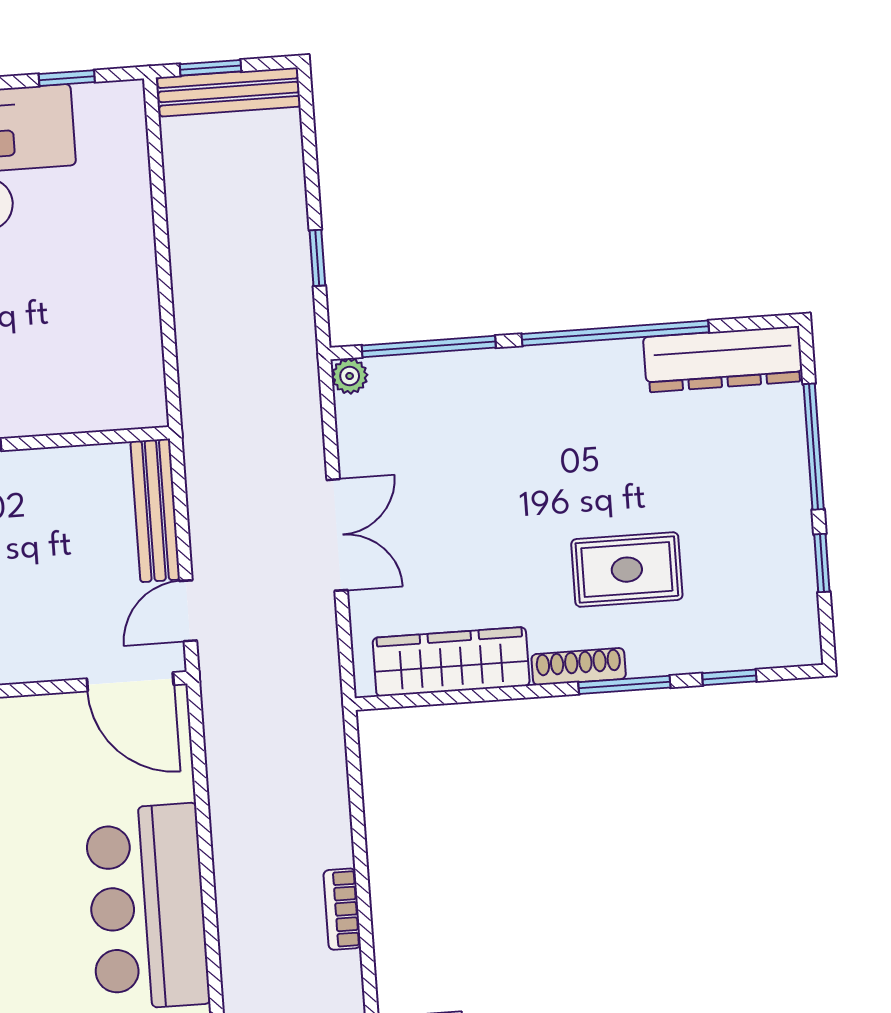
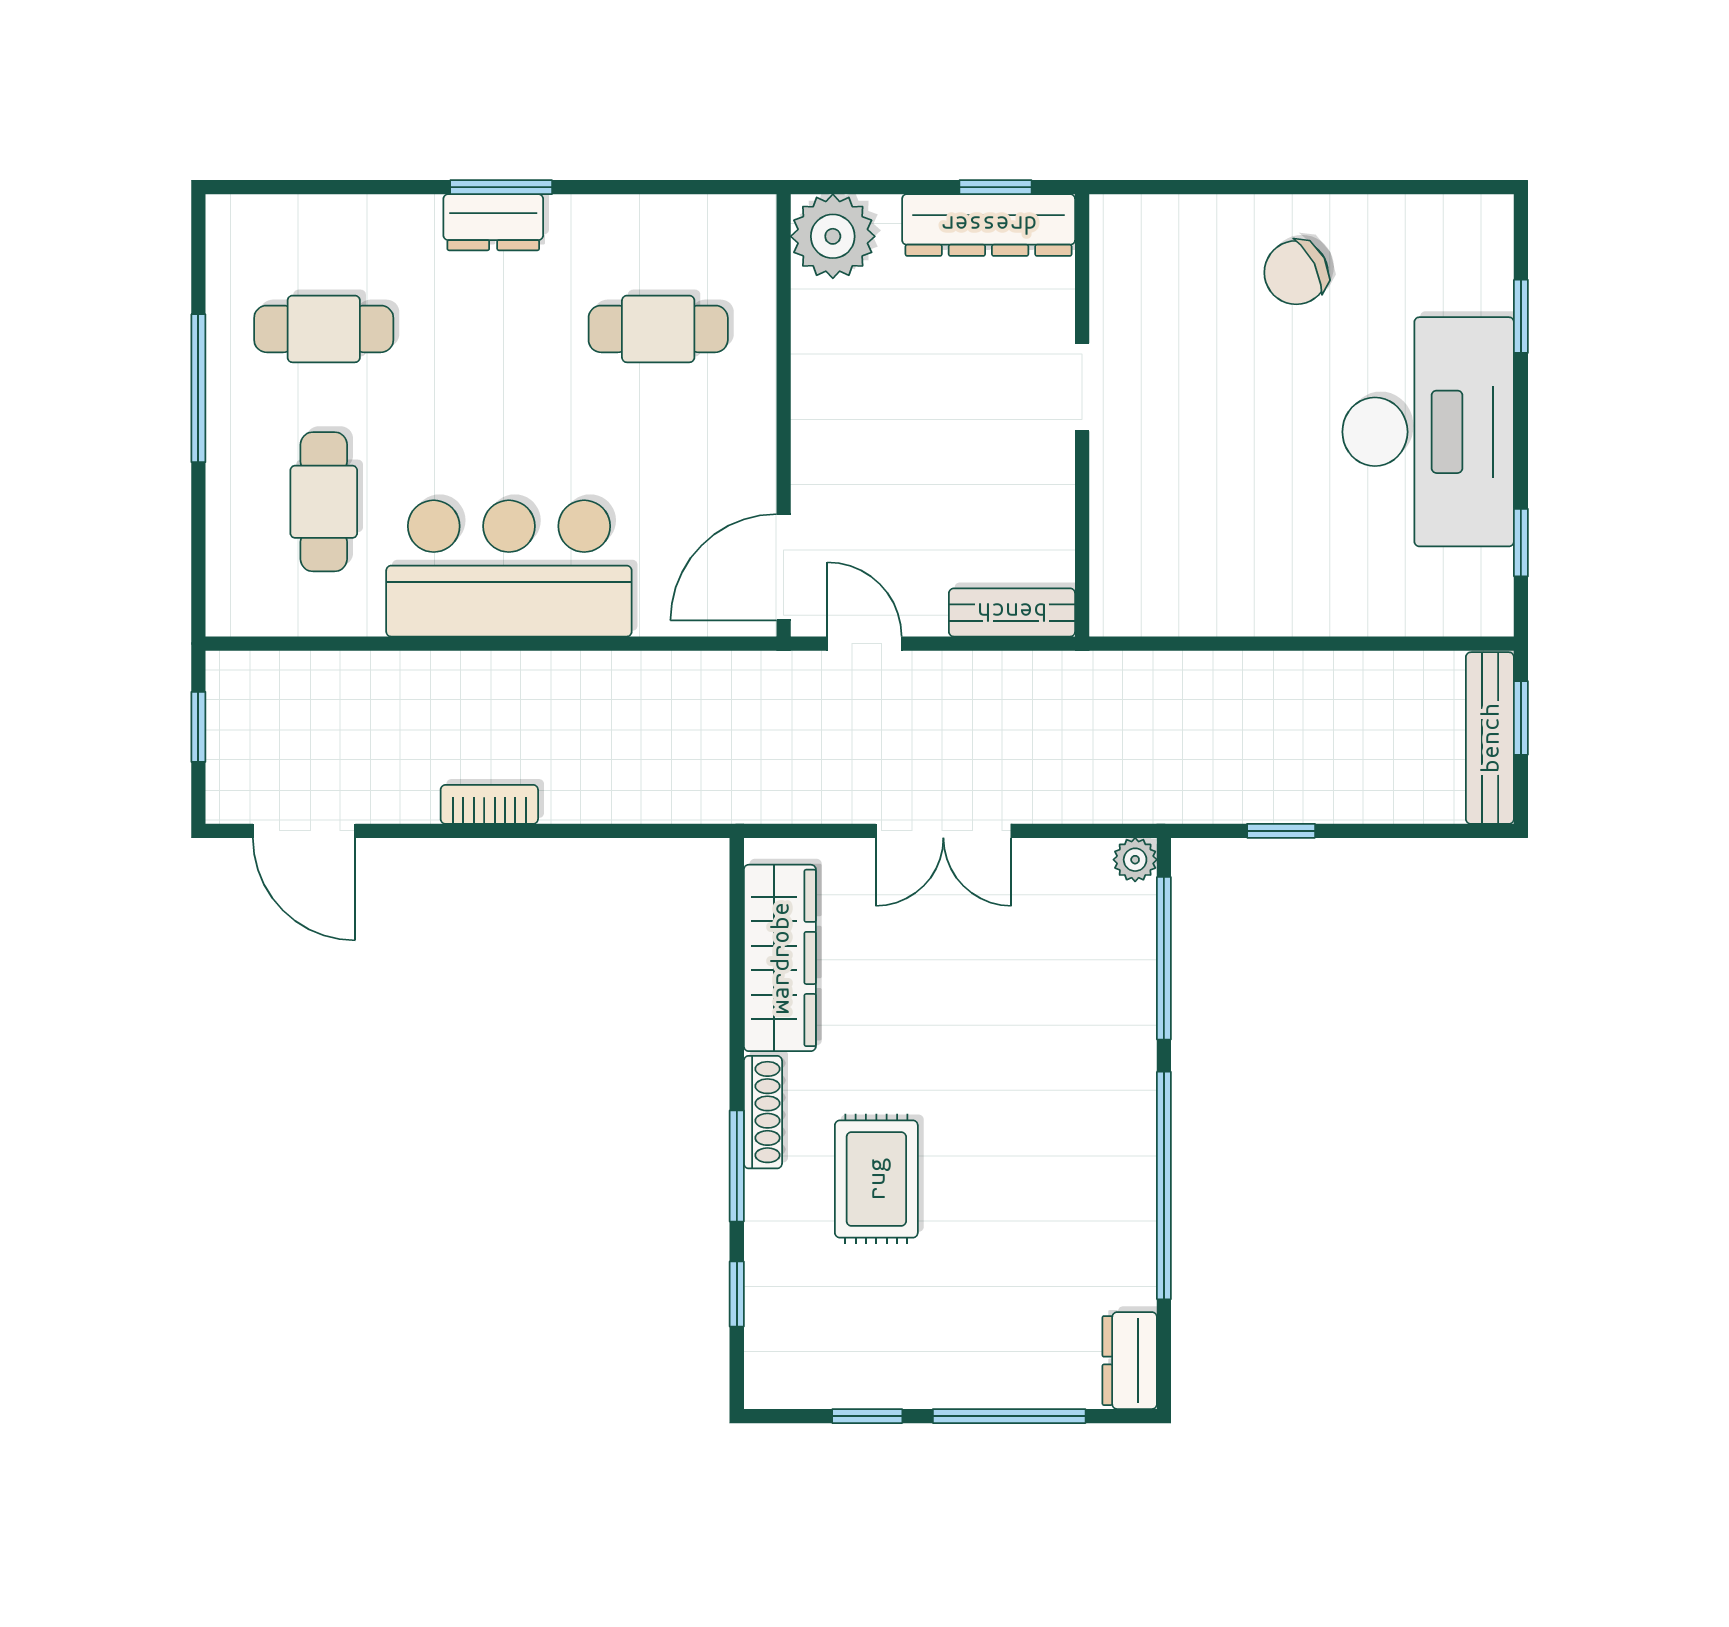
dresser: (723, 359) -> (1130, 1361), width x0.51, depth x0.80
bench: (155, 510) -> (1012, 612), width x0.73

